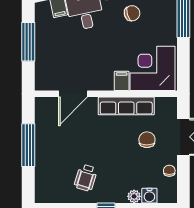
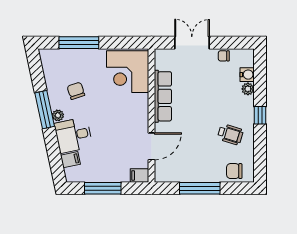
filing cabinet: (122, 81) -> (139, 175), moved
door: (73, 94) -> (152, 146), hinge flipped
chair: (147, 140) -> (234, 171), moved

